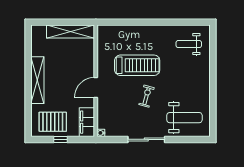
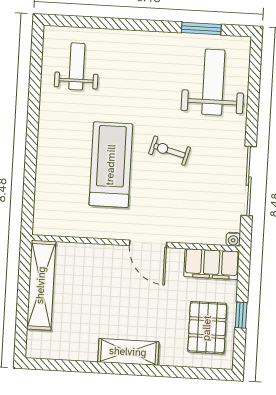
weight bench: (189, 44) -> (77, 66), turned 180
shelving: (37, 80) -> (128, 352), width x0.68
window: (213, 110) -> (201, 28), added
sliding door: (146, 139) -> (249, 181), moved

